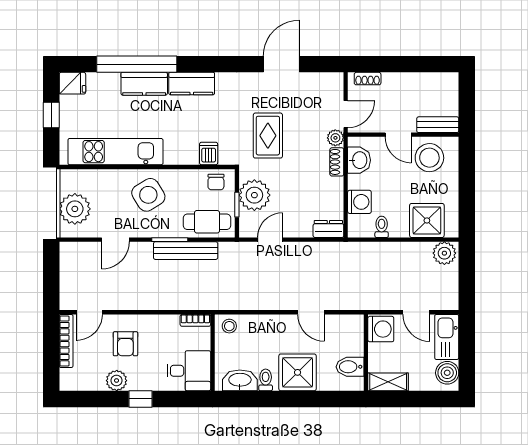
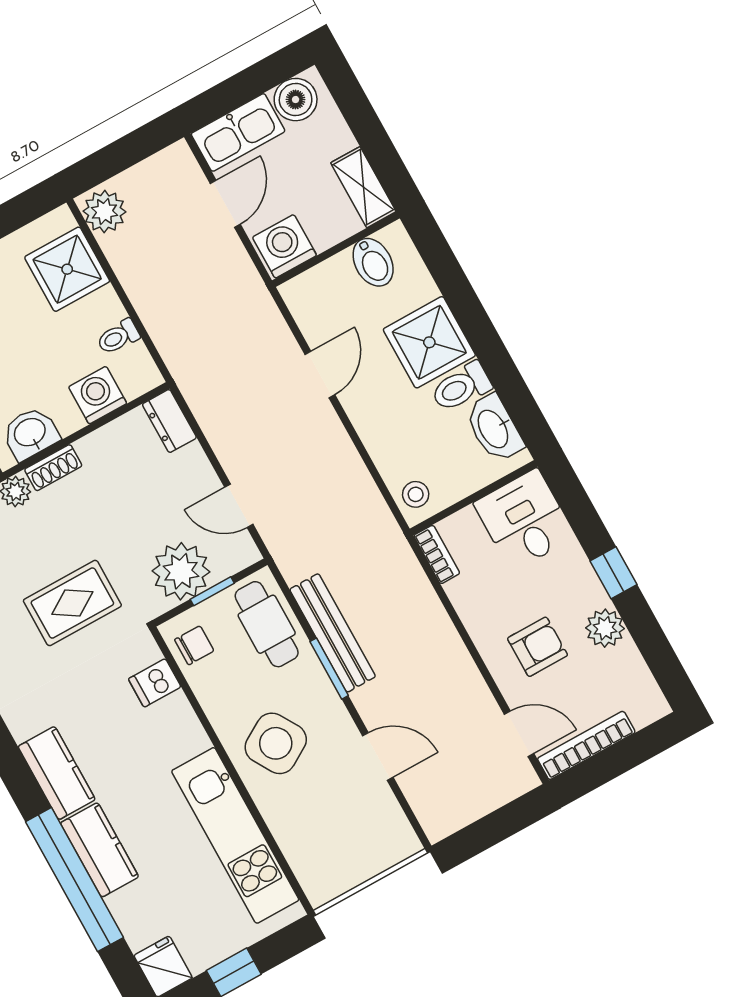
plant: (75, 209) -> (365, 850), removed
toilet: (266, 380) -> (461, 387), width x1.37, depth x1.39

